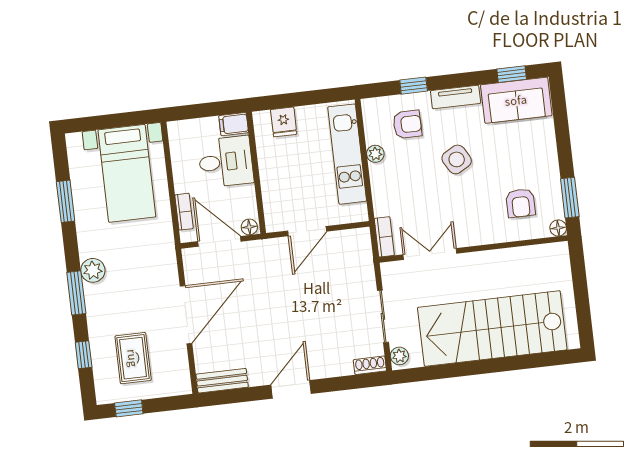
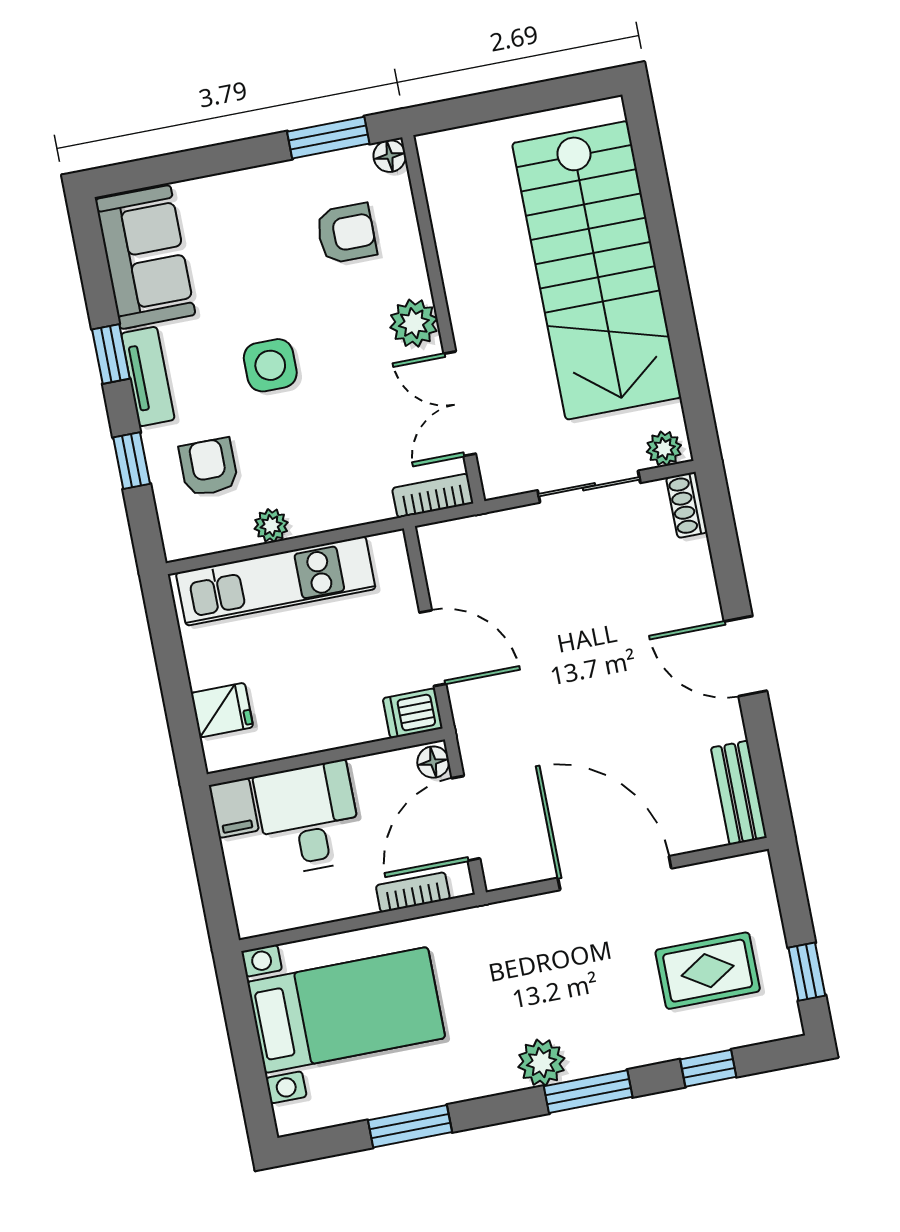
window: (512, 74) -> (111, 354), moved
side table: (457, 159) -> (270, 365), turned 30
dishwasher: (275, 218) -> (413, 713), added
plant: (473, 234) -> (414, 323), added

